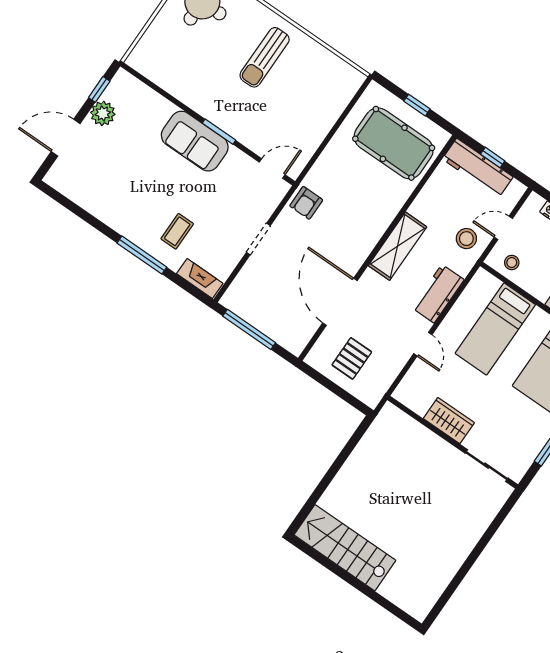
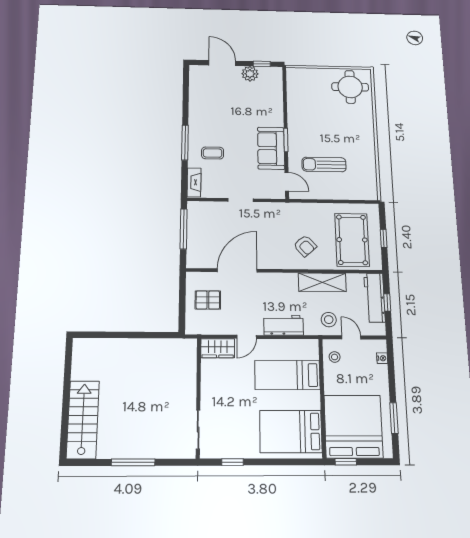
sun lounger: (265, 57) -> (324, 164), moved
sofa: (195, 141) -> (271, 148), moved
armchair: (306, 203) -> (305, 246), moved, turned -132
shelving: (398, 246) -> (322, 282), moved
wardrobe: (449, 421) -> (218, 348), moved, turned 90
stairs: (345, 548) -> (83, 420), moved
window: (474, 556) -> (133, 462), added

